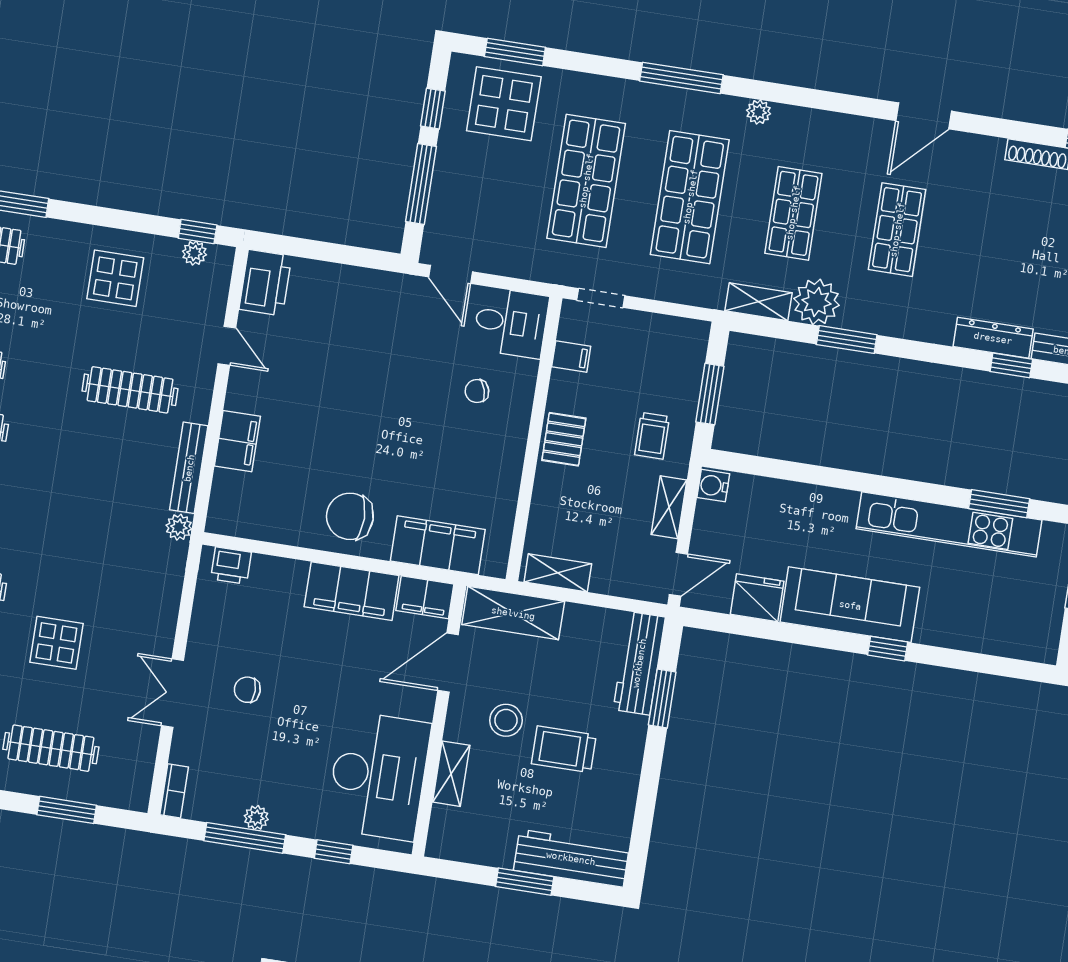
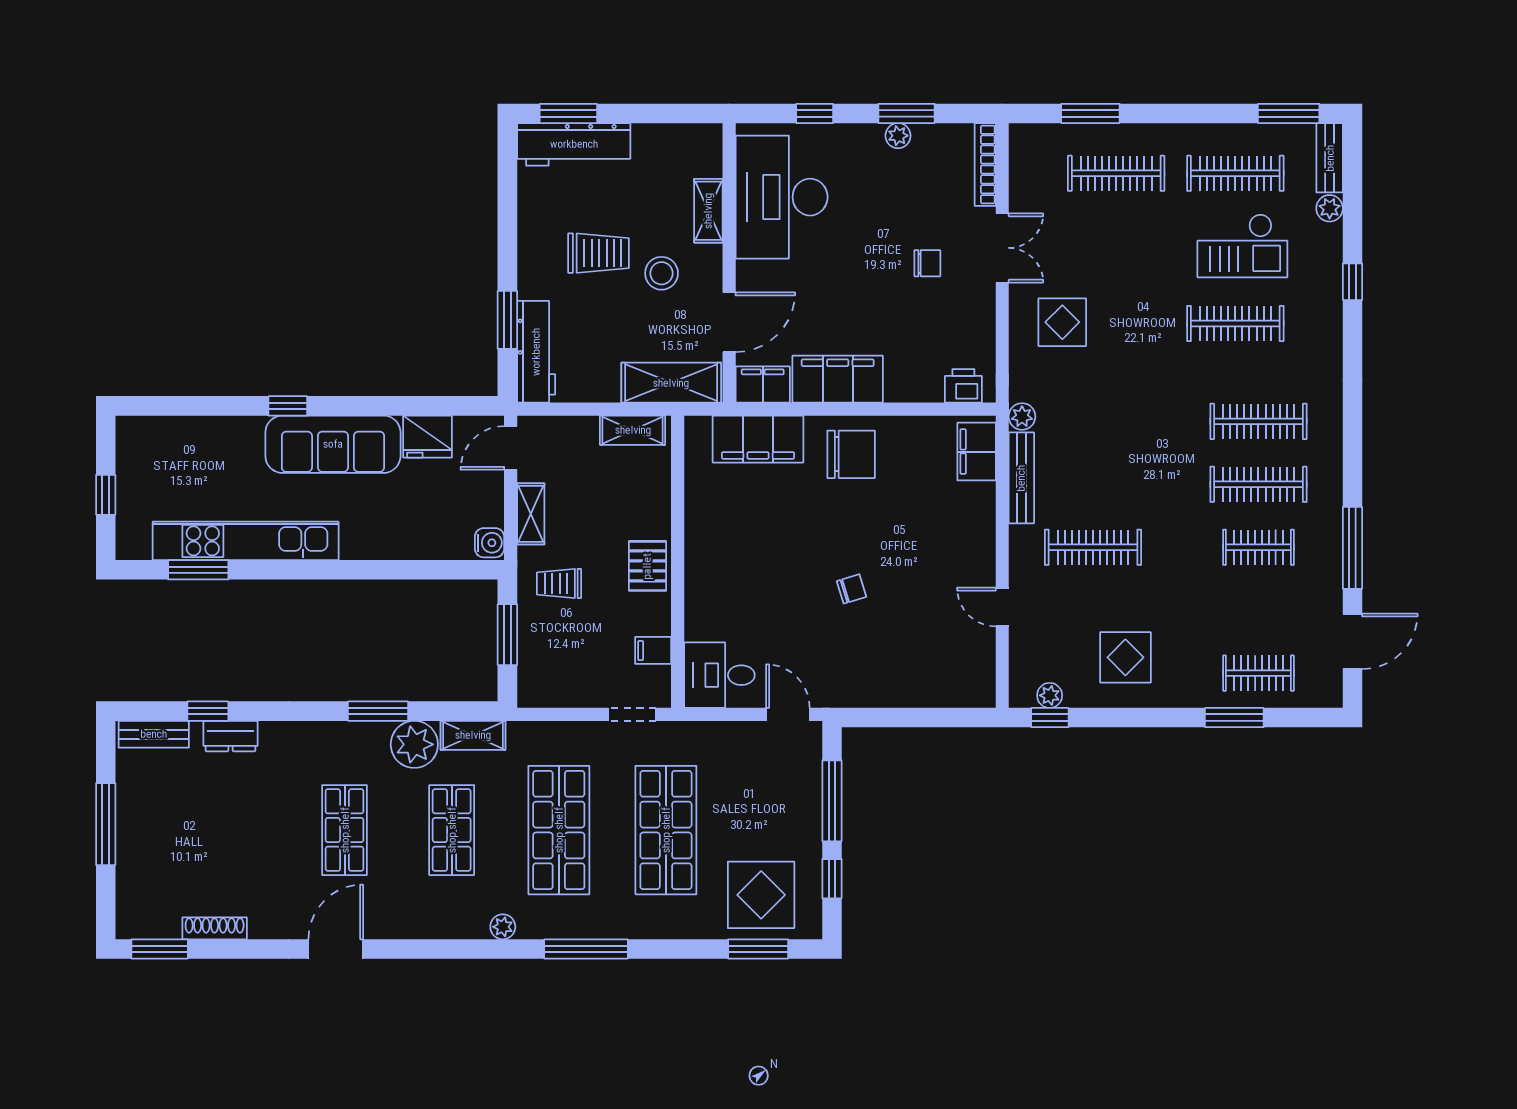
printer: (265, 283) -> (973, 677), removed
dresser: (993, 338) -> (231, 736), width x0.70
chair: (477, 391) -> (852, 589), moved
trolley: (652, 436) -> (559, 583), turned -90
filing cabinet: (237, 441) -> (977, 452), moved
display table: (56, 643) -> (1062, 322), moved
bookcase: (174, 791) -> (985, 164), width x1.56
window: (245, 838) -> (906, 113), width x0.69
window: (525, 882) -> (568, 113), moved

